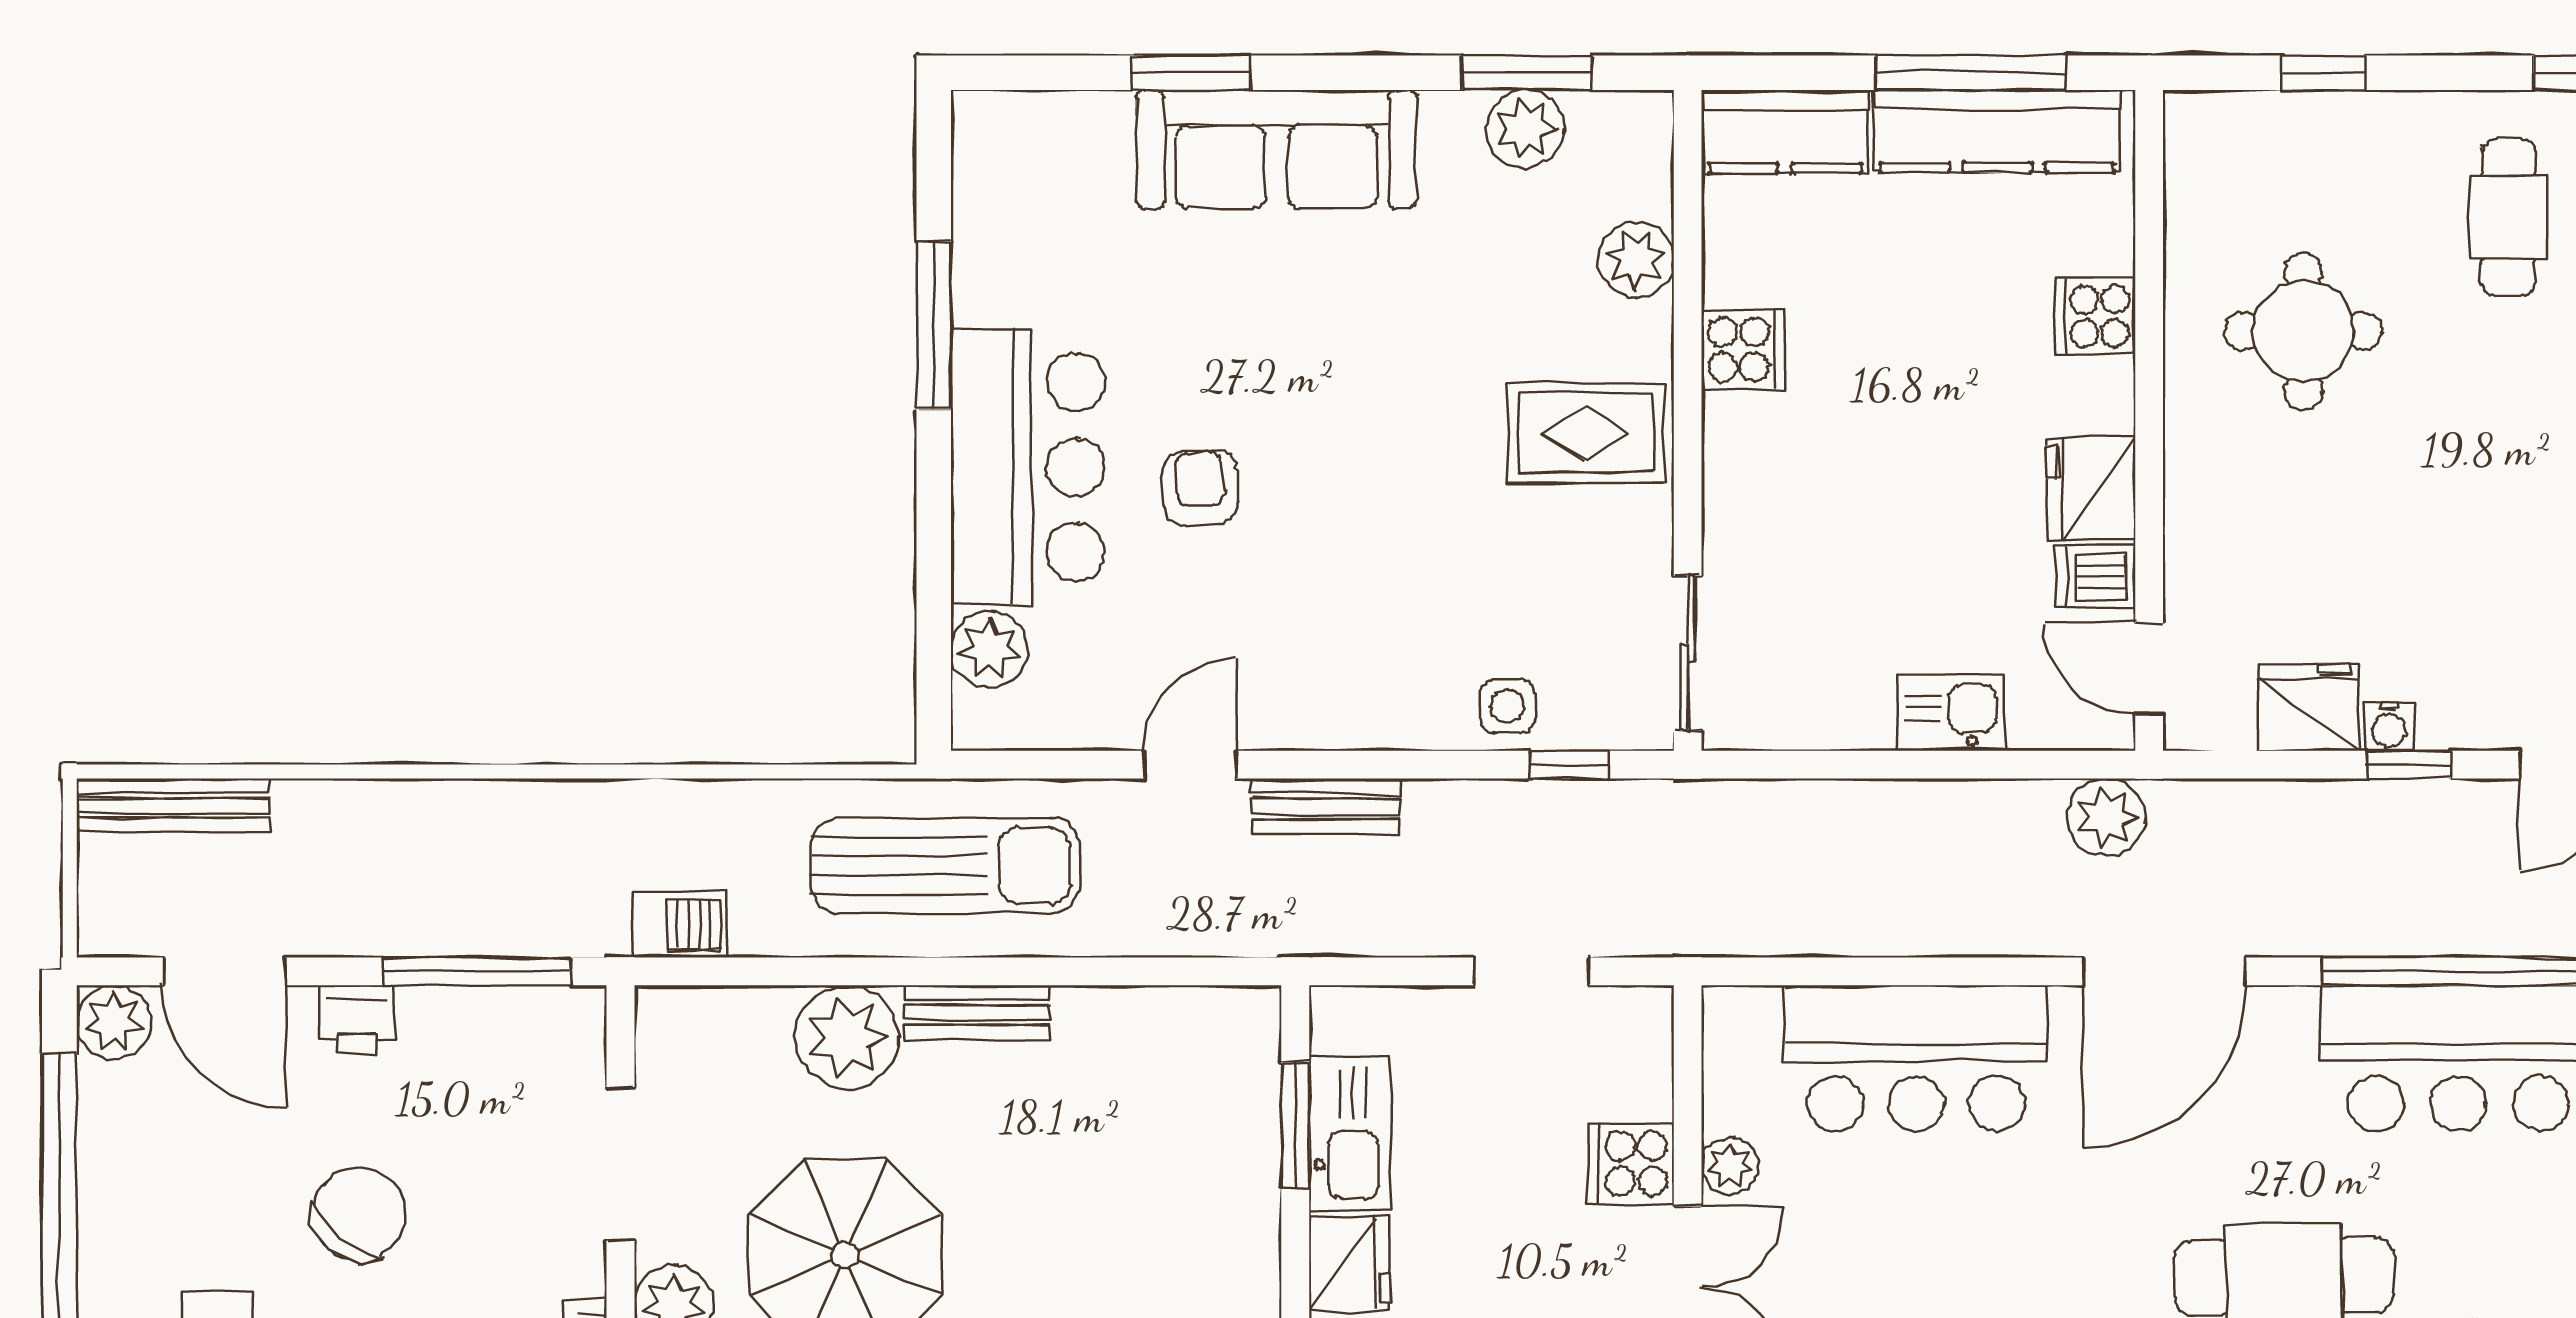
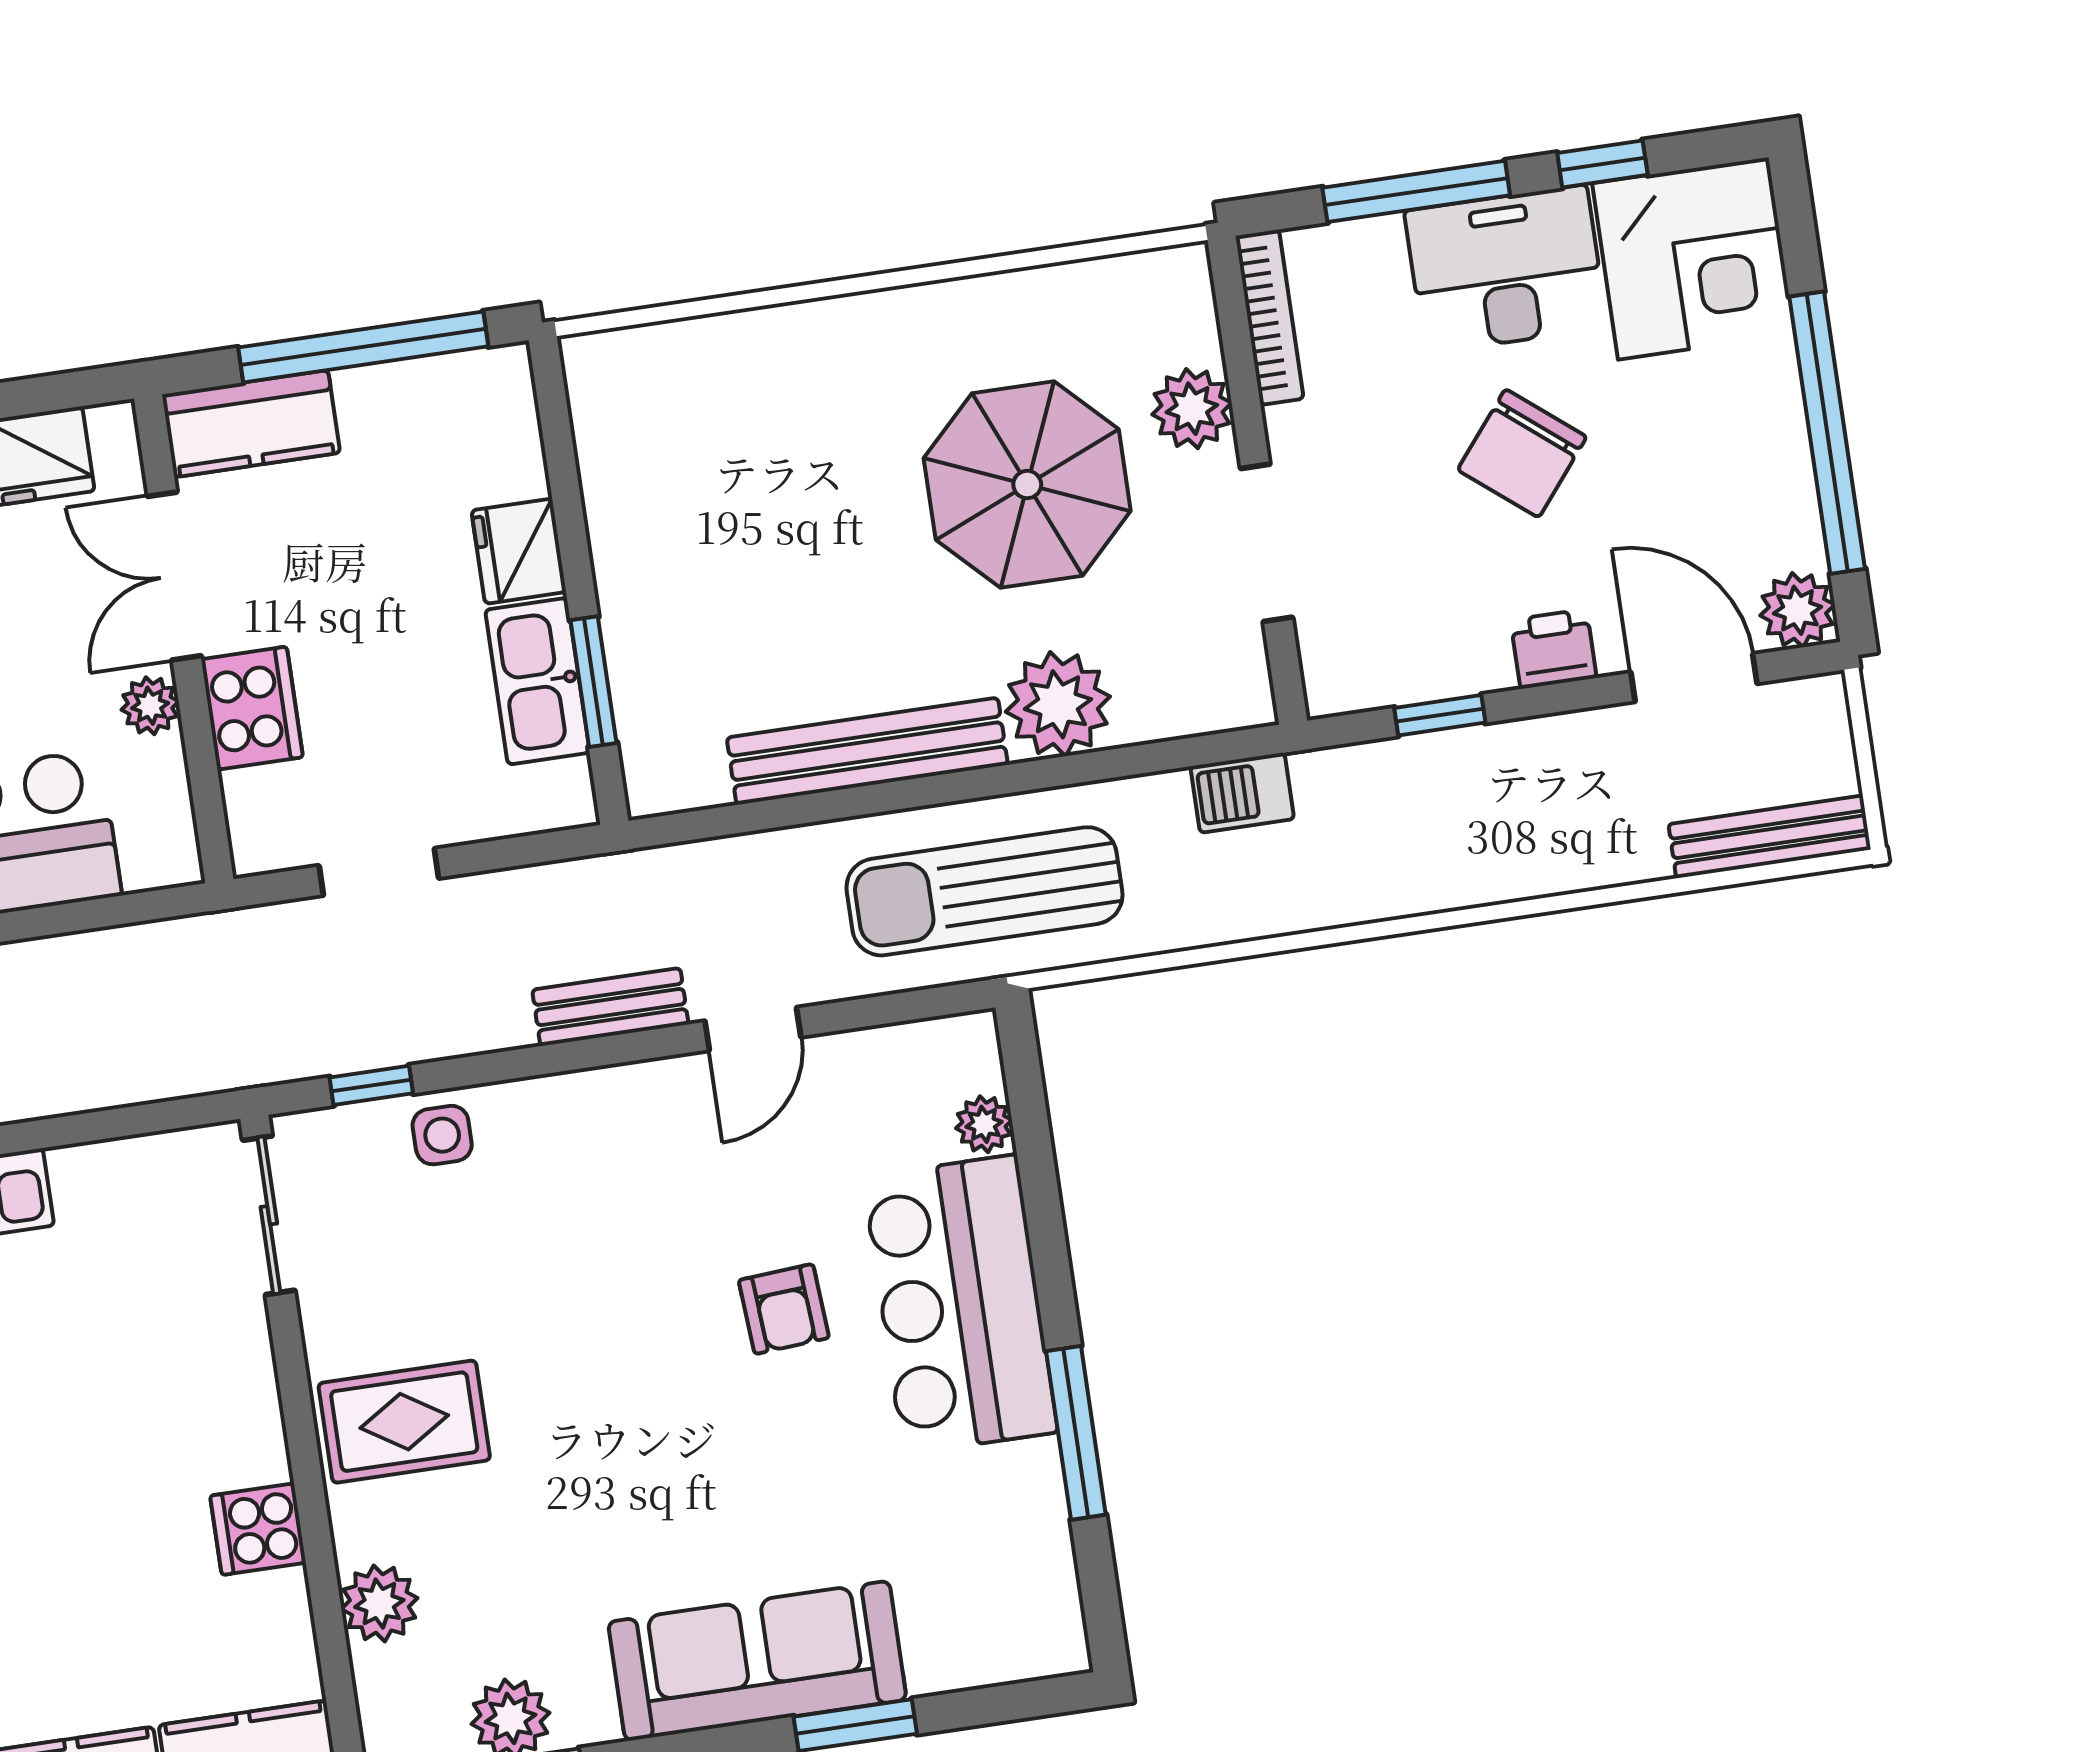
plant: (989, 649) -> (984, 1124), width x0.73, depth x0.73
window: (477, 971) -> (1440, 715), width x0.46
bench: (976, 1013) -> (867, 751), width x1.86, depth x1.21
cooker: (1631, 1164) -> (252, 708), width x1.36

